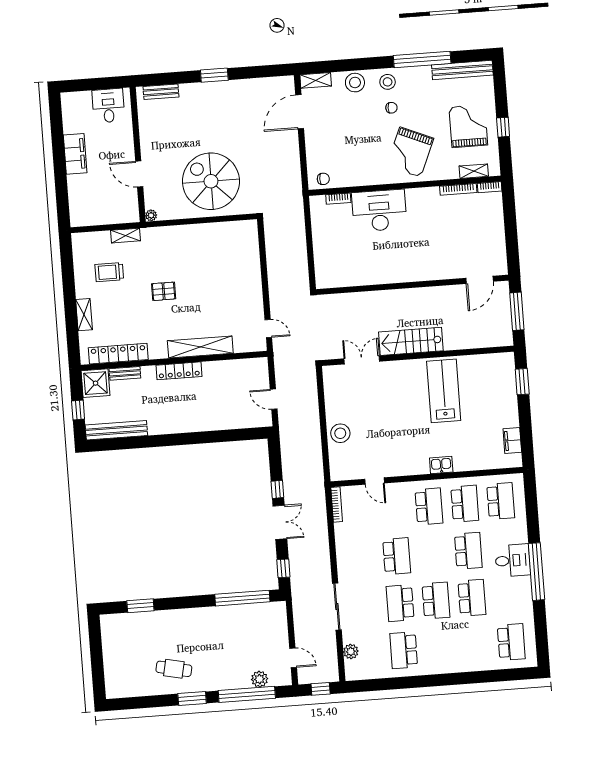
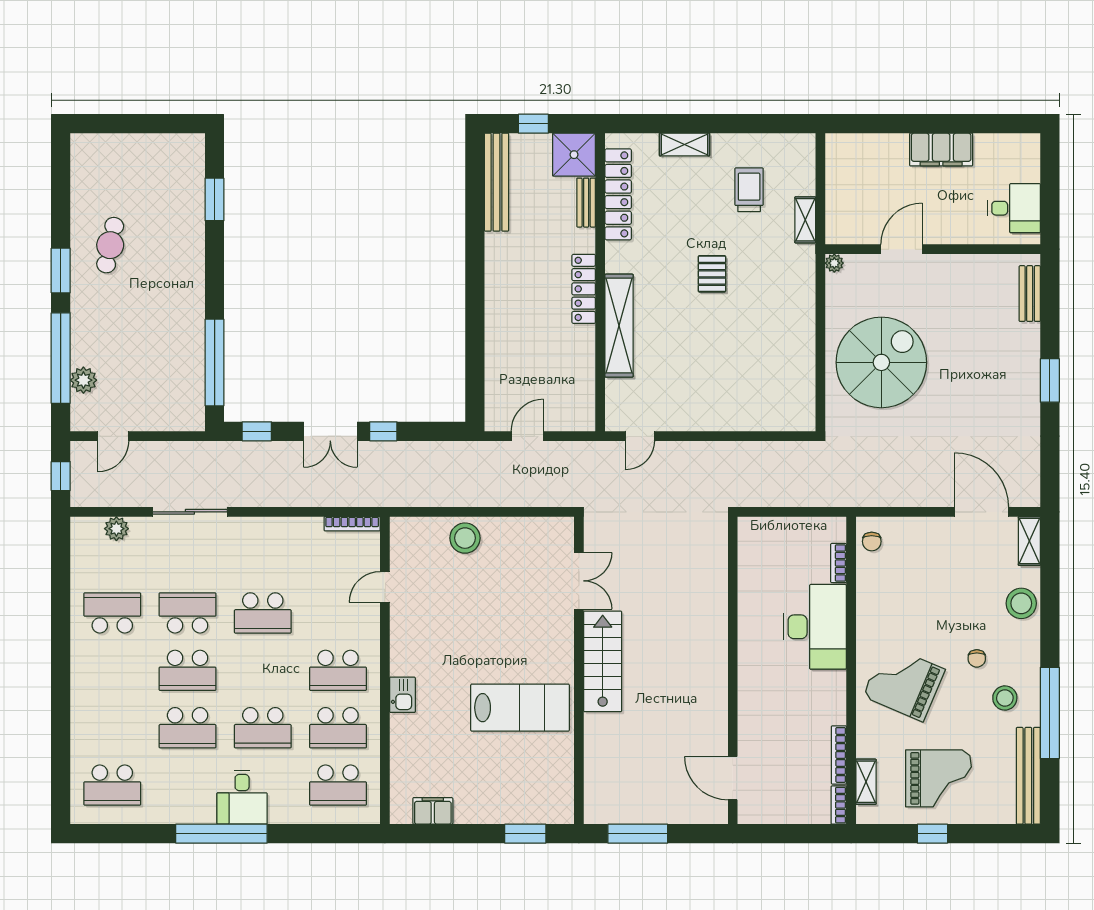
stool: (388, 82) -> (1005, 698), moved
door: (480, 280) -> (733, 778), moved
wall: (412, 285) -> (733, 670), moved

